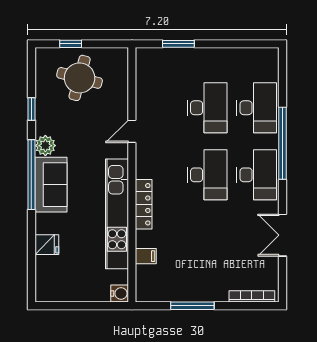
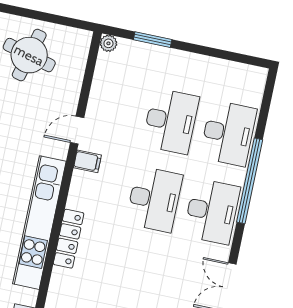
window: (71, 44) -> (27, 13), removed
plant: (143, 55) -> (108, 43), added
locker: (144, 204) -> (69, 239), moved
filing cabinet: (146, 256) -> (87, 161), moved

